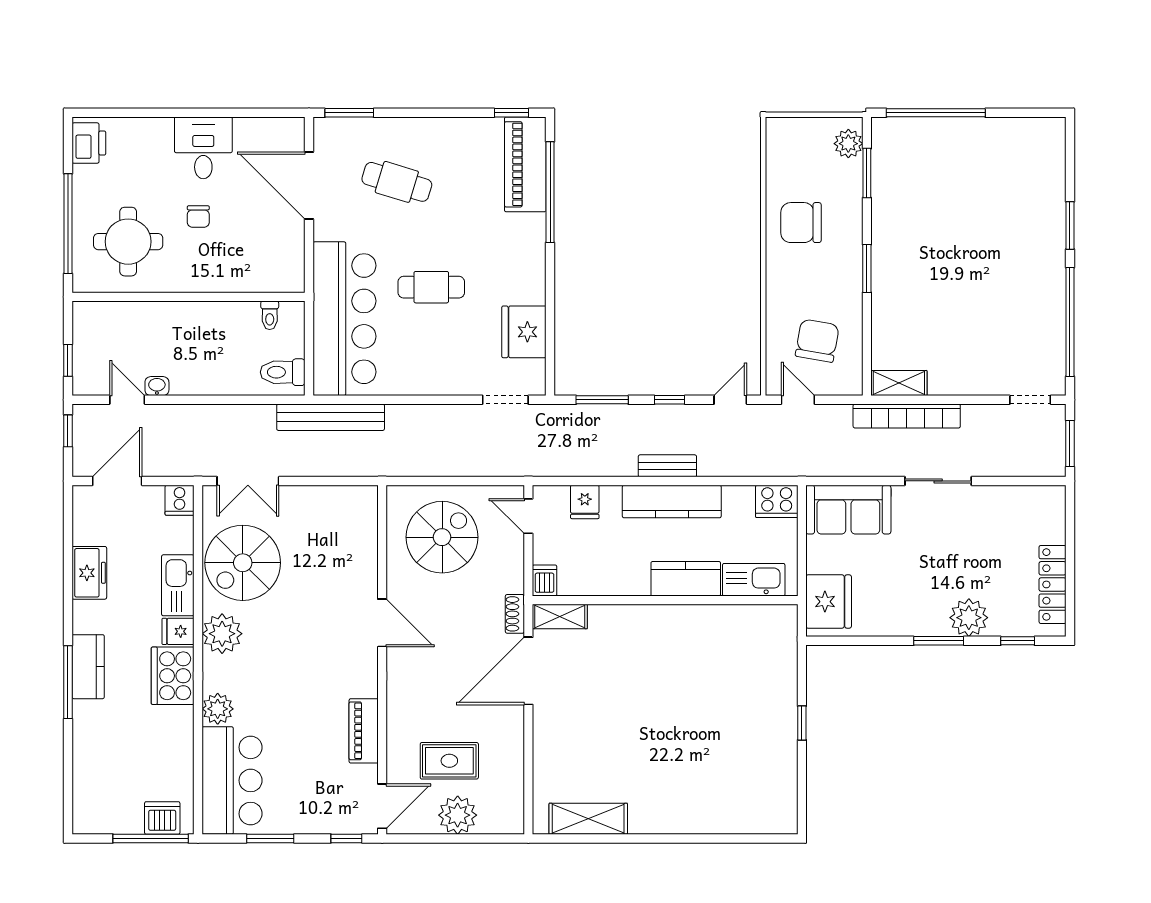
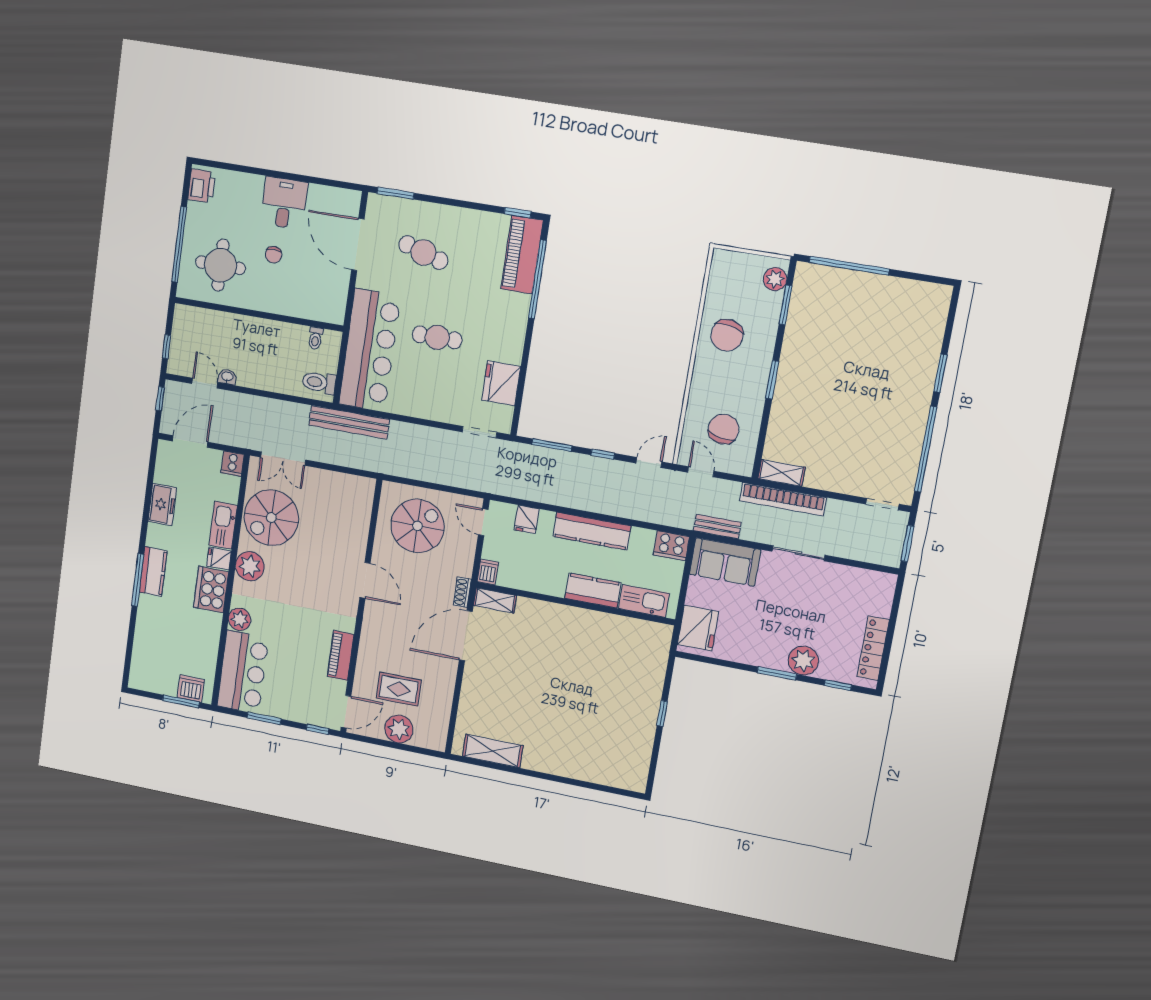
chair: (801, 223) -> (727, 335), turned -80
bench: (667, 466) -> (717, 526), moved
window: (151, 838) -> (181, 701), width x0.69

